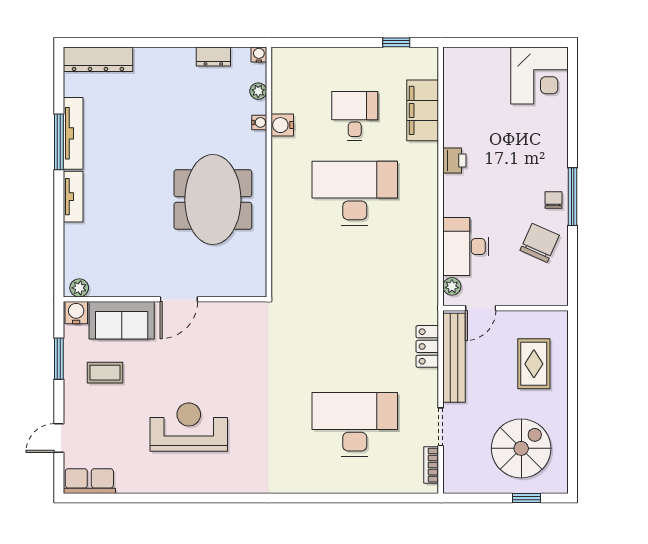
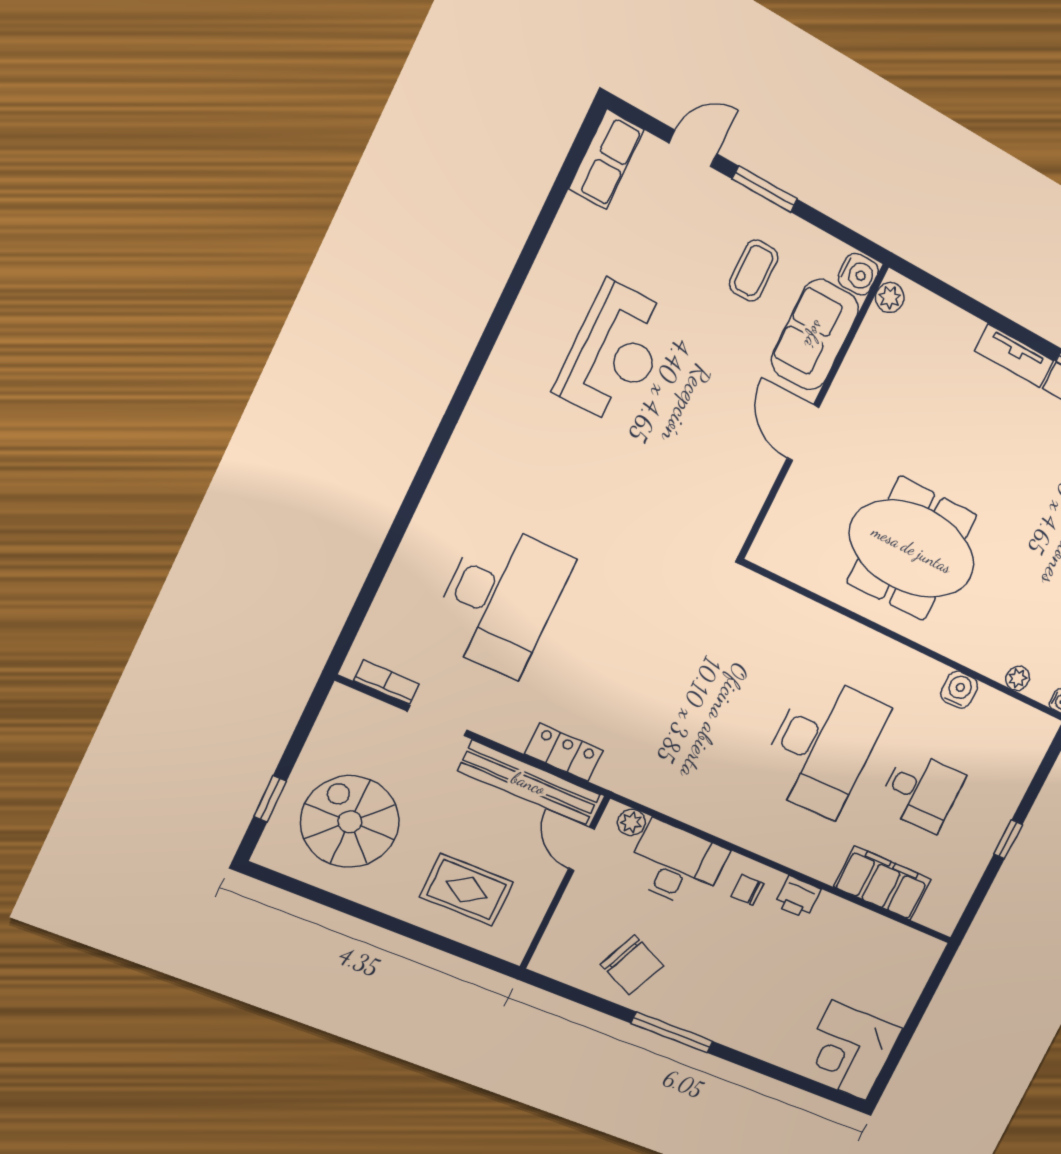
window: (396, 42) -> (1008, 839), moved
water cooler: (259, 122) -> (978, 661), removed
chair: (553, 200) -> (747, 890), moved, turned 180
window: (59, 359) -> (765, 189), moved
door: (59, 438) -> (693, 148), hinge flipped
spiral stairs: (521, 448) -> (350, 822), turned 180

